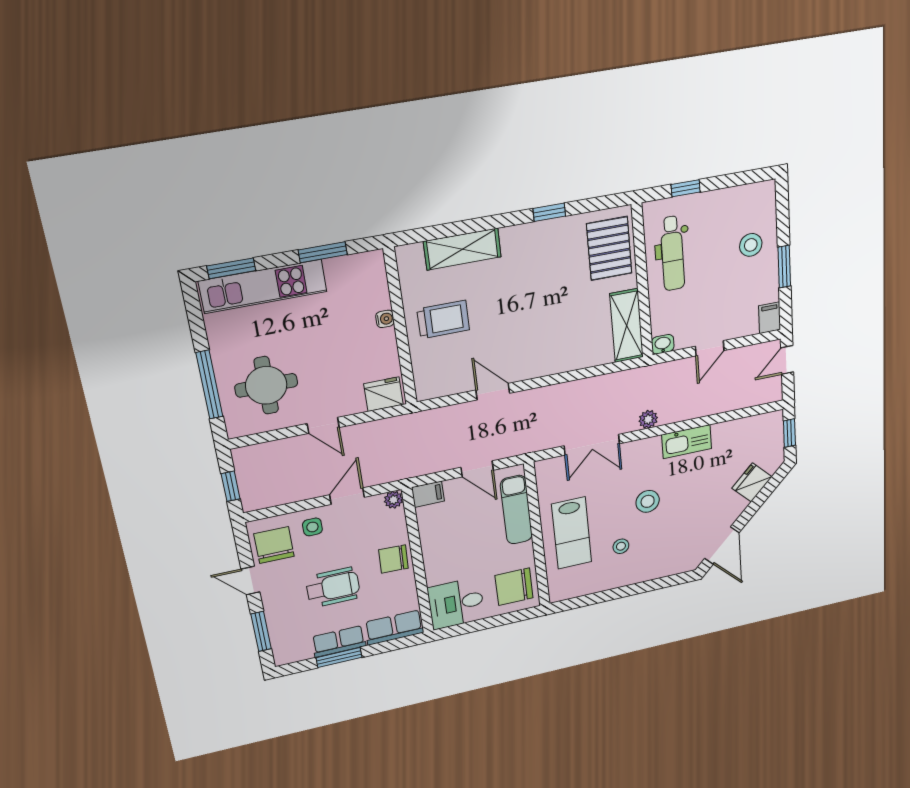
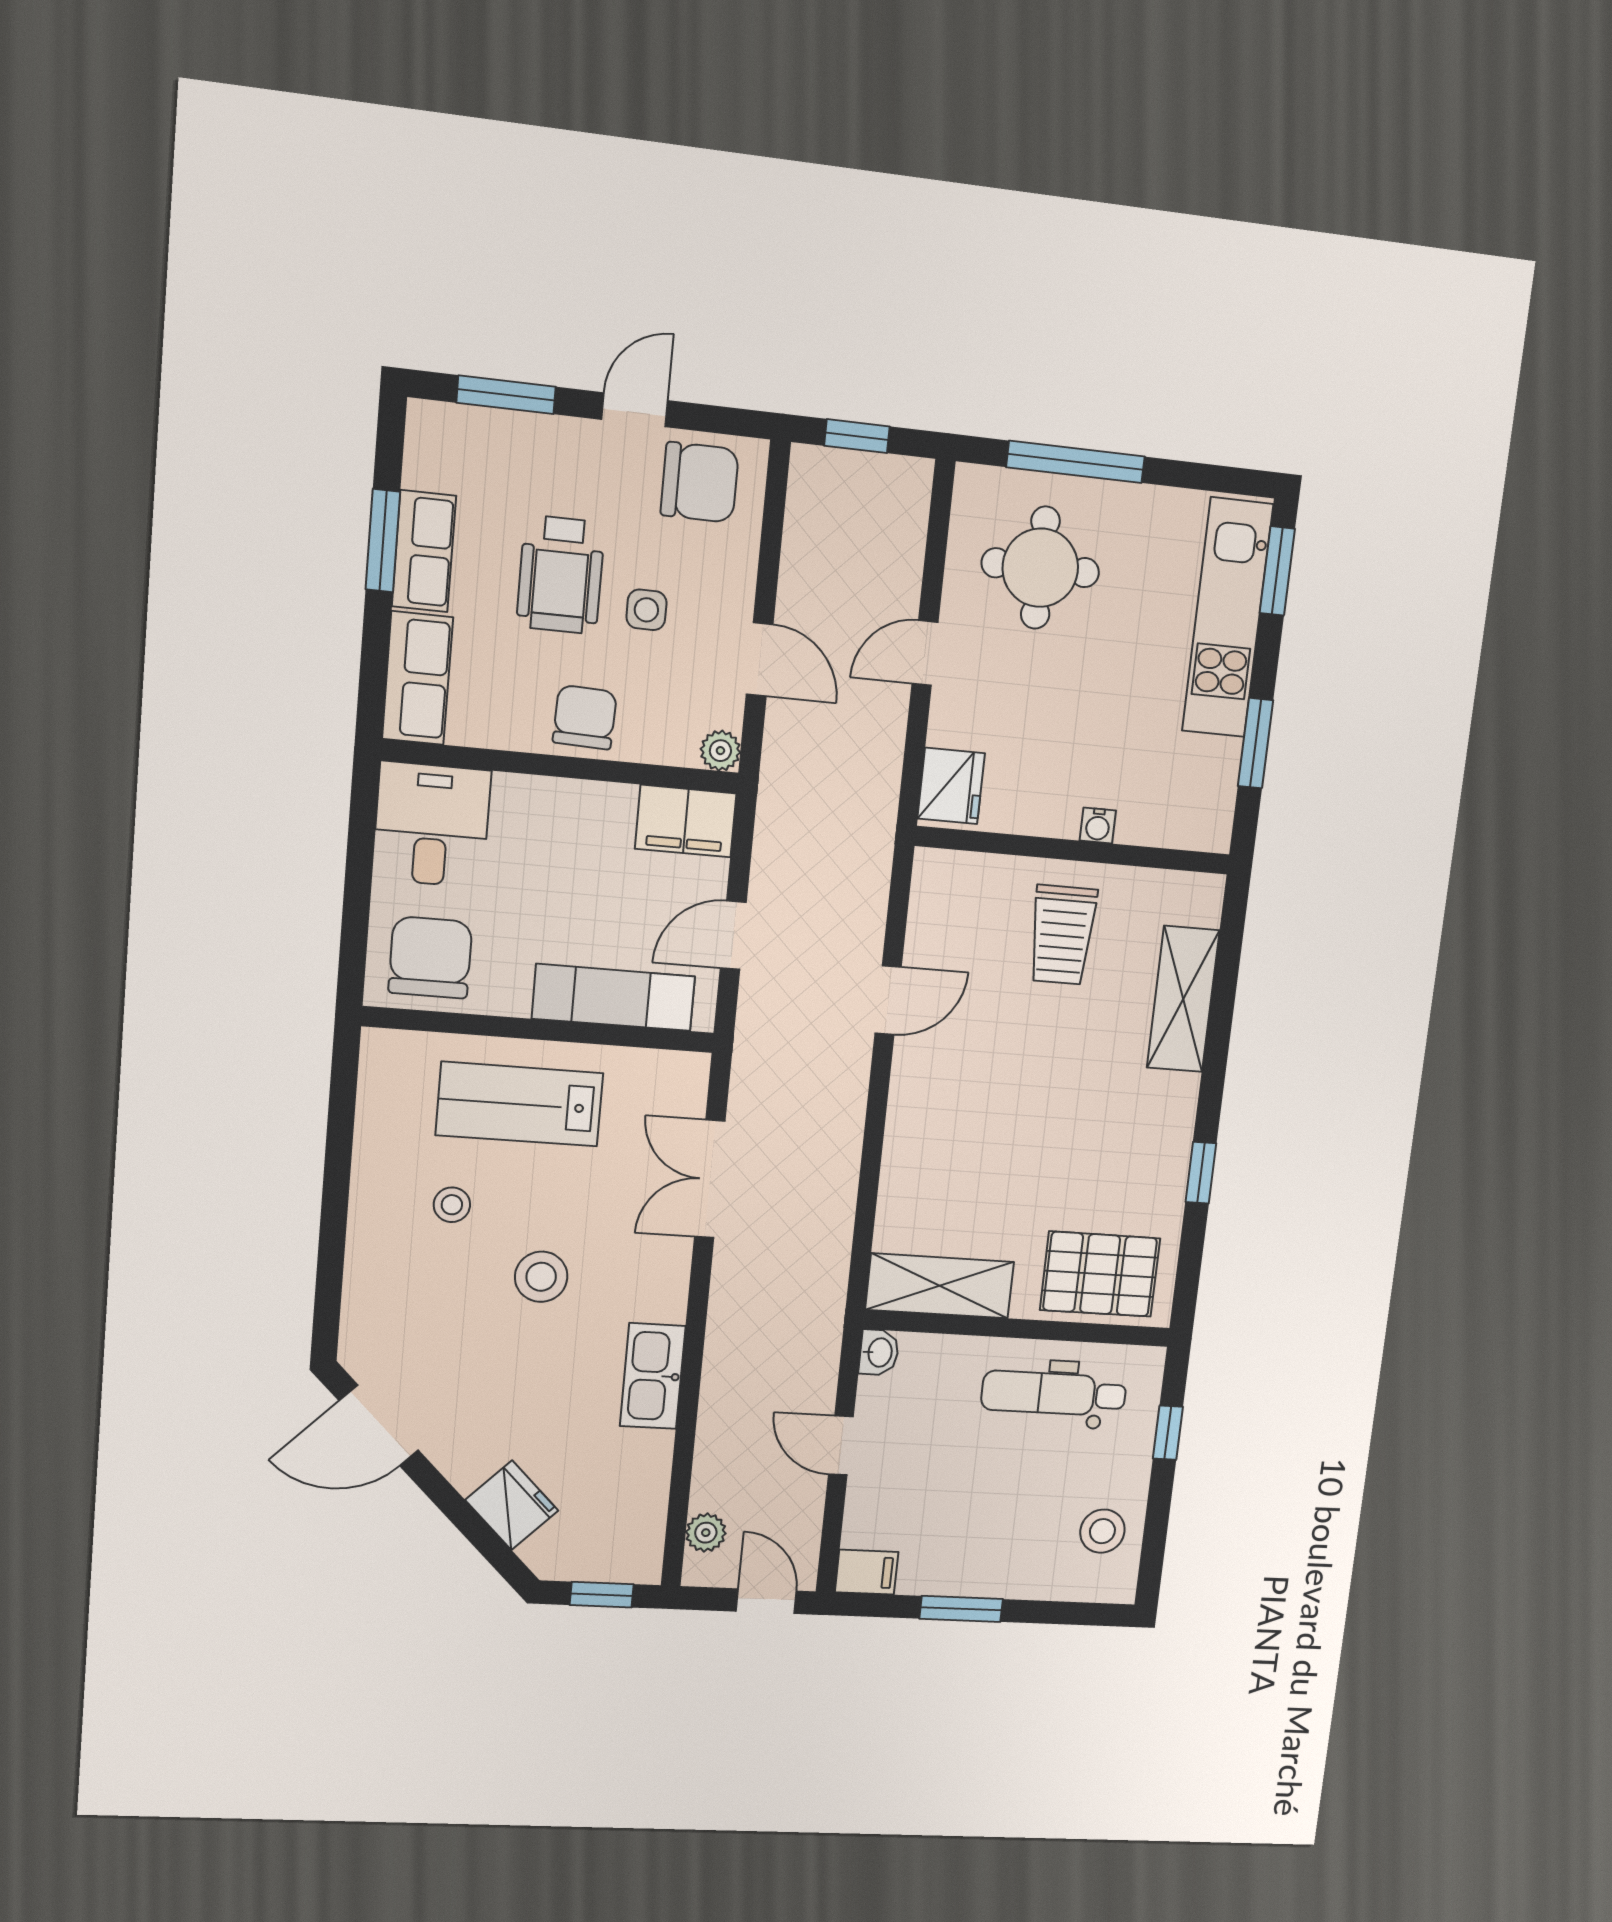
stool: (751, 245) -> (1102, 1531), moved
plant: (648, 419) -> (706, 1533), moved
filing cabinet: (428, 494) -> (686, 821), width x2.00
side table: (312, 527) -> (646, 610), moved

